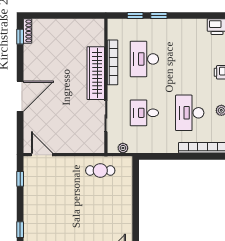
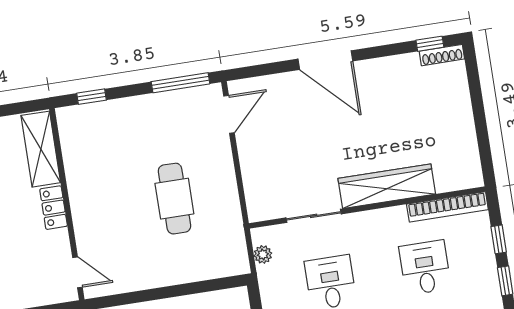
desk: (144, 59) -> (425, 268), width x0.73
bookcase: (113, 62) -> (447, 207), moved
cafe table: (100, 171) -> (174, 199), moved, width x1.37, depth x1.35
window: (20, 179) -> (180, 83), width x2.17

